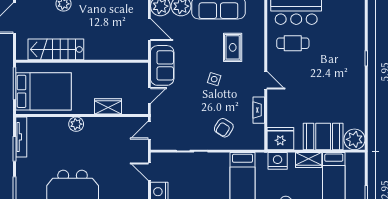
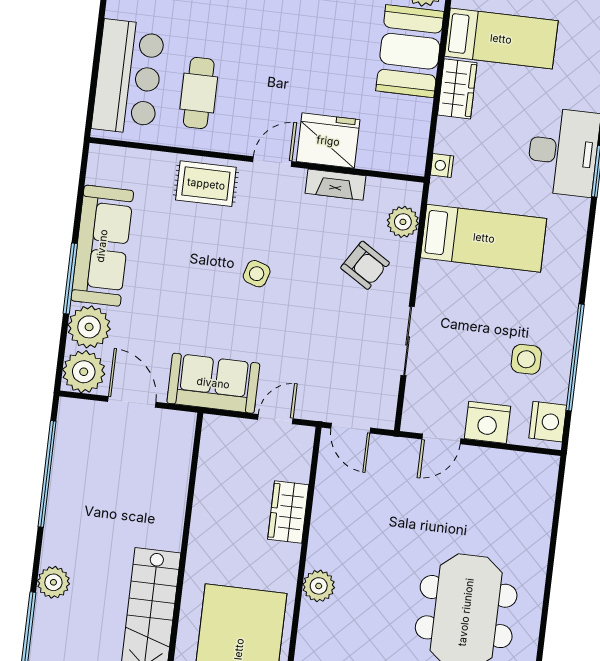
door: (149, 30) -> (132, 402), hinge flipped
rug: (233, 47) -> (206, 184), moved
door: (149, 95) -> (275, 419), hinge flipped
fridge: (280, 139) -> (328, 141), moved, turned 90
plant: (245, 143) -> (403, 222), added
nightstand: (278, 161) -> (442, 166), width x0.53, depth x0.56

